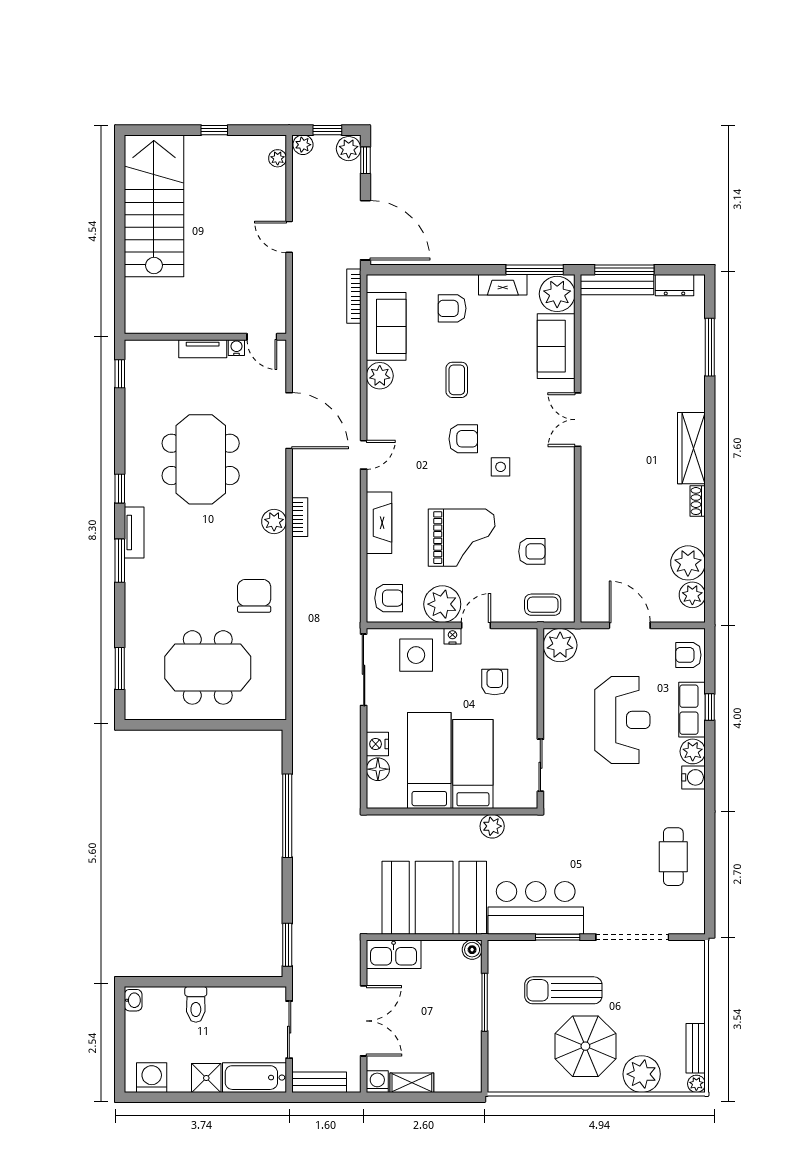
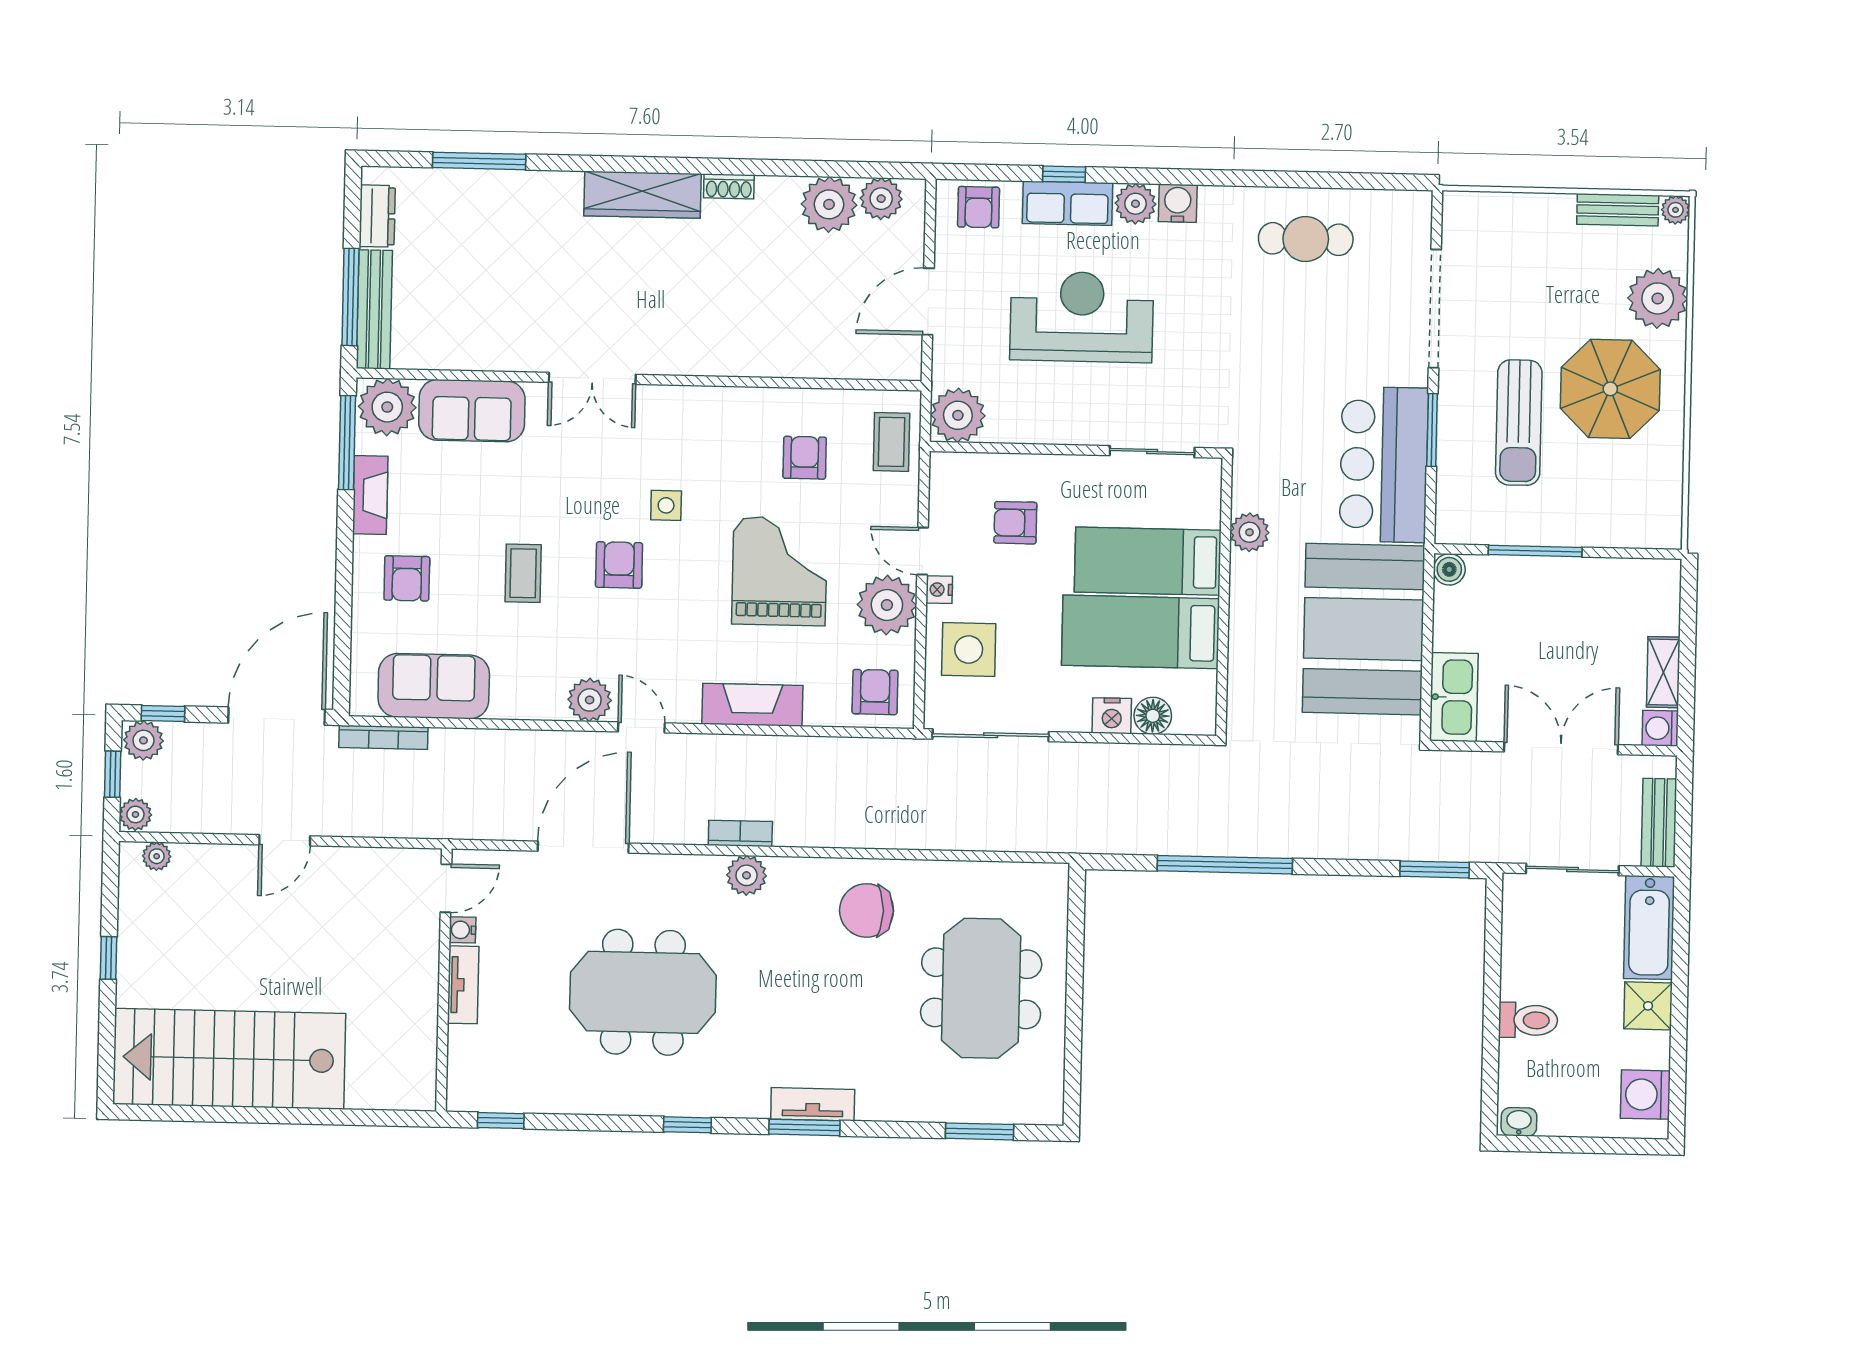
plant: (380, 376) -> (590, 700), moved
coffee table: (457, 380) -> (523, 573), turned 90
tv unit: (134, 532) -> (813, 1104), moved

